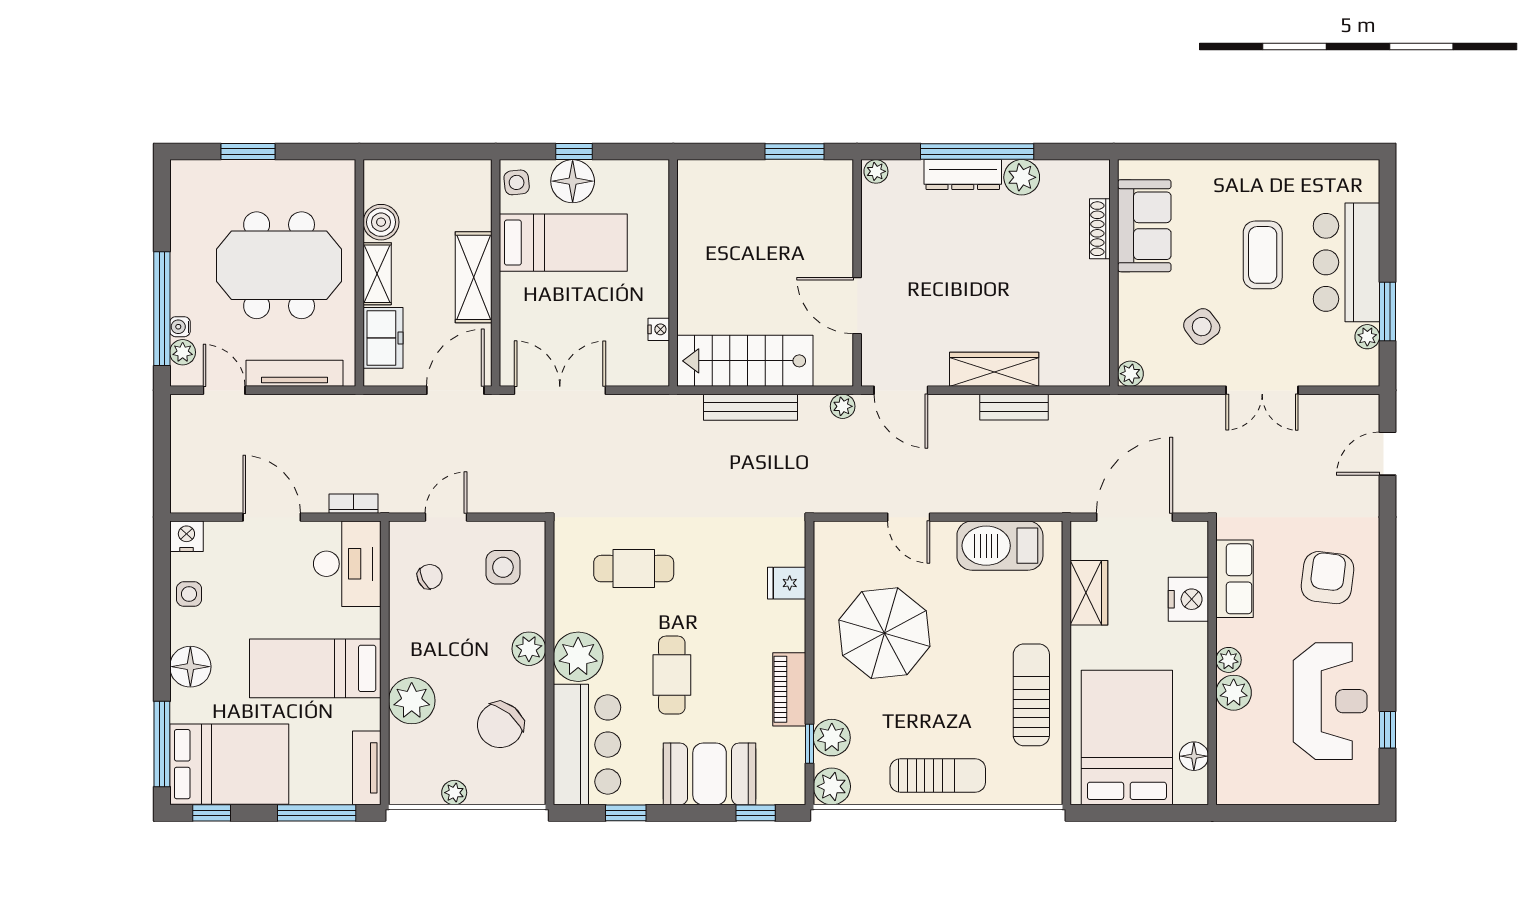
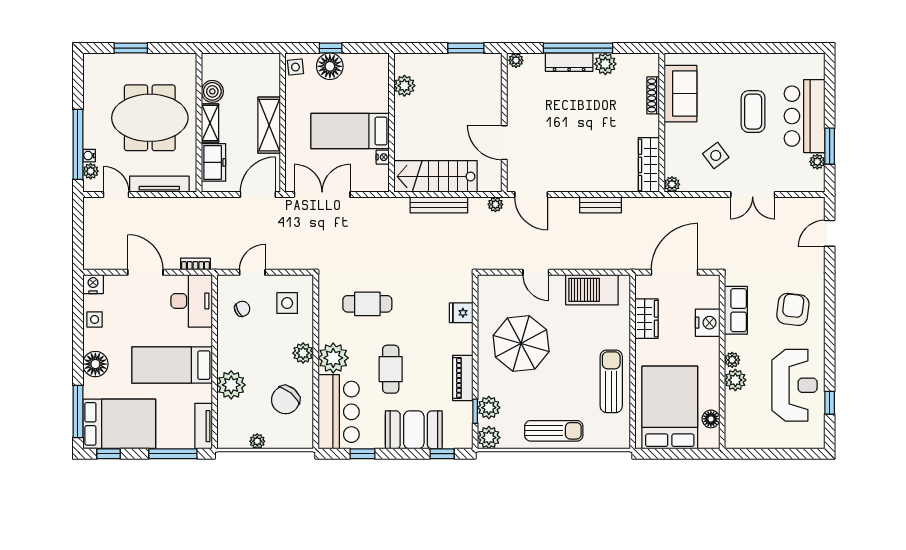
plant: (694, 213) -> (404, 86), added
bed: (563, 243) -> (350, 131), moved, turned 180
wardrobe: (994, 369) -> (649, 165), moved, turned -90

